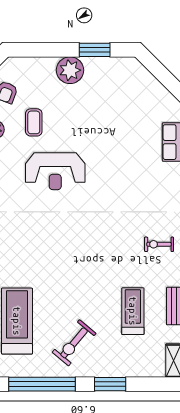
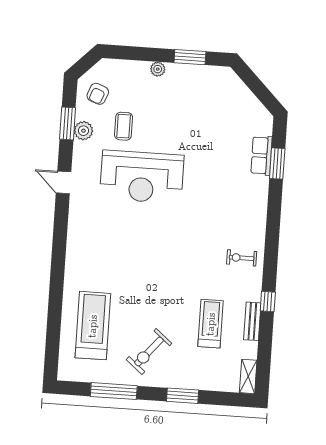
plant: (70, 70) -> (158, 69), width x0.53, depth x0.53
reception desk: (55, 171) -> (142, 177), width x1.36, depth x1.30
window: (42, 384) -> (114, 391), width x0.68

